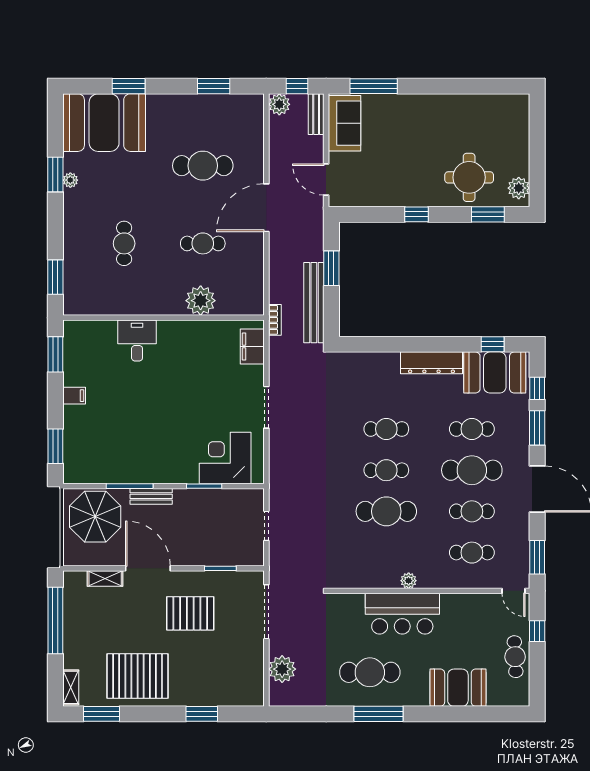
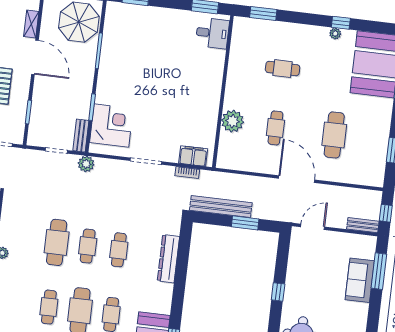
plant: (279, 104) -> (86, 164), moved
sofa: (345, 123) -> (360, 280), moved, turned 90
window: (55, 174) -> (341, 23), width x0.67
bookcase: (275, 320) -> (187, 173), moved
desk: (137, 340) -> (212, 33), moved
dresser: (431, 363) -> (168, 259), moved
filing cabinet: (74, 396) -> (172, 17), removed
bench: (151, 496) -> (81, 136), moved
cafe table: (472, 553) -> (18, 303), removed
door: (148, 568) -> (35, 57), hinge flipped

